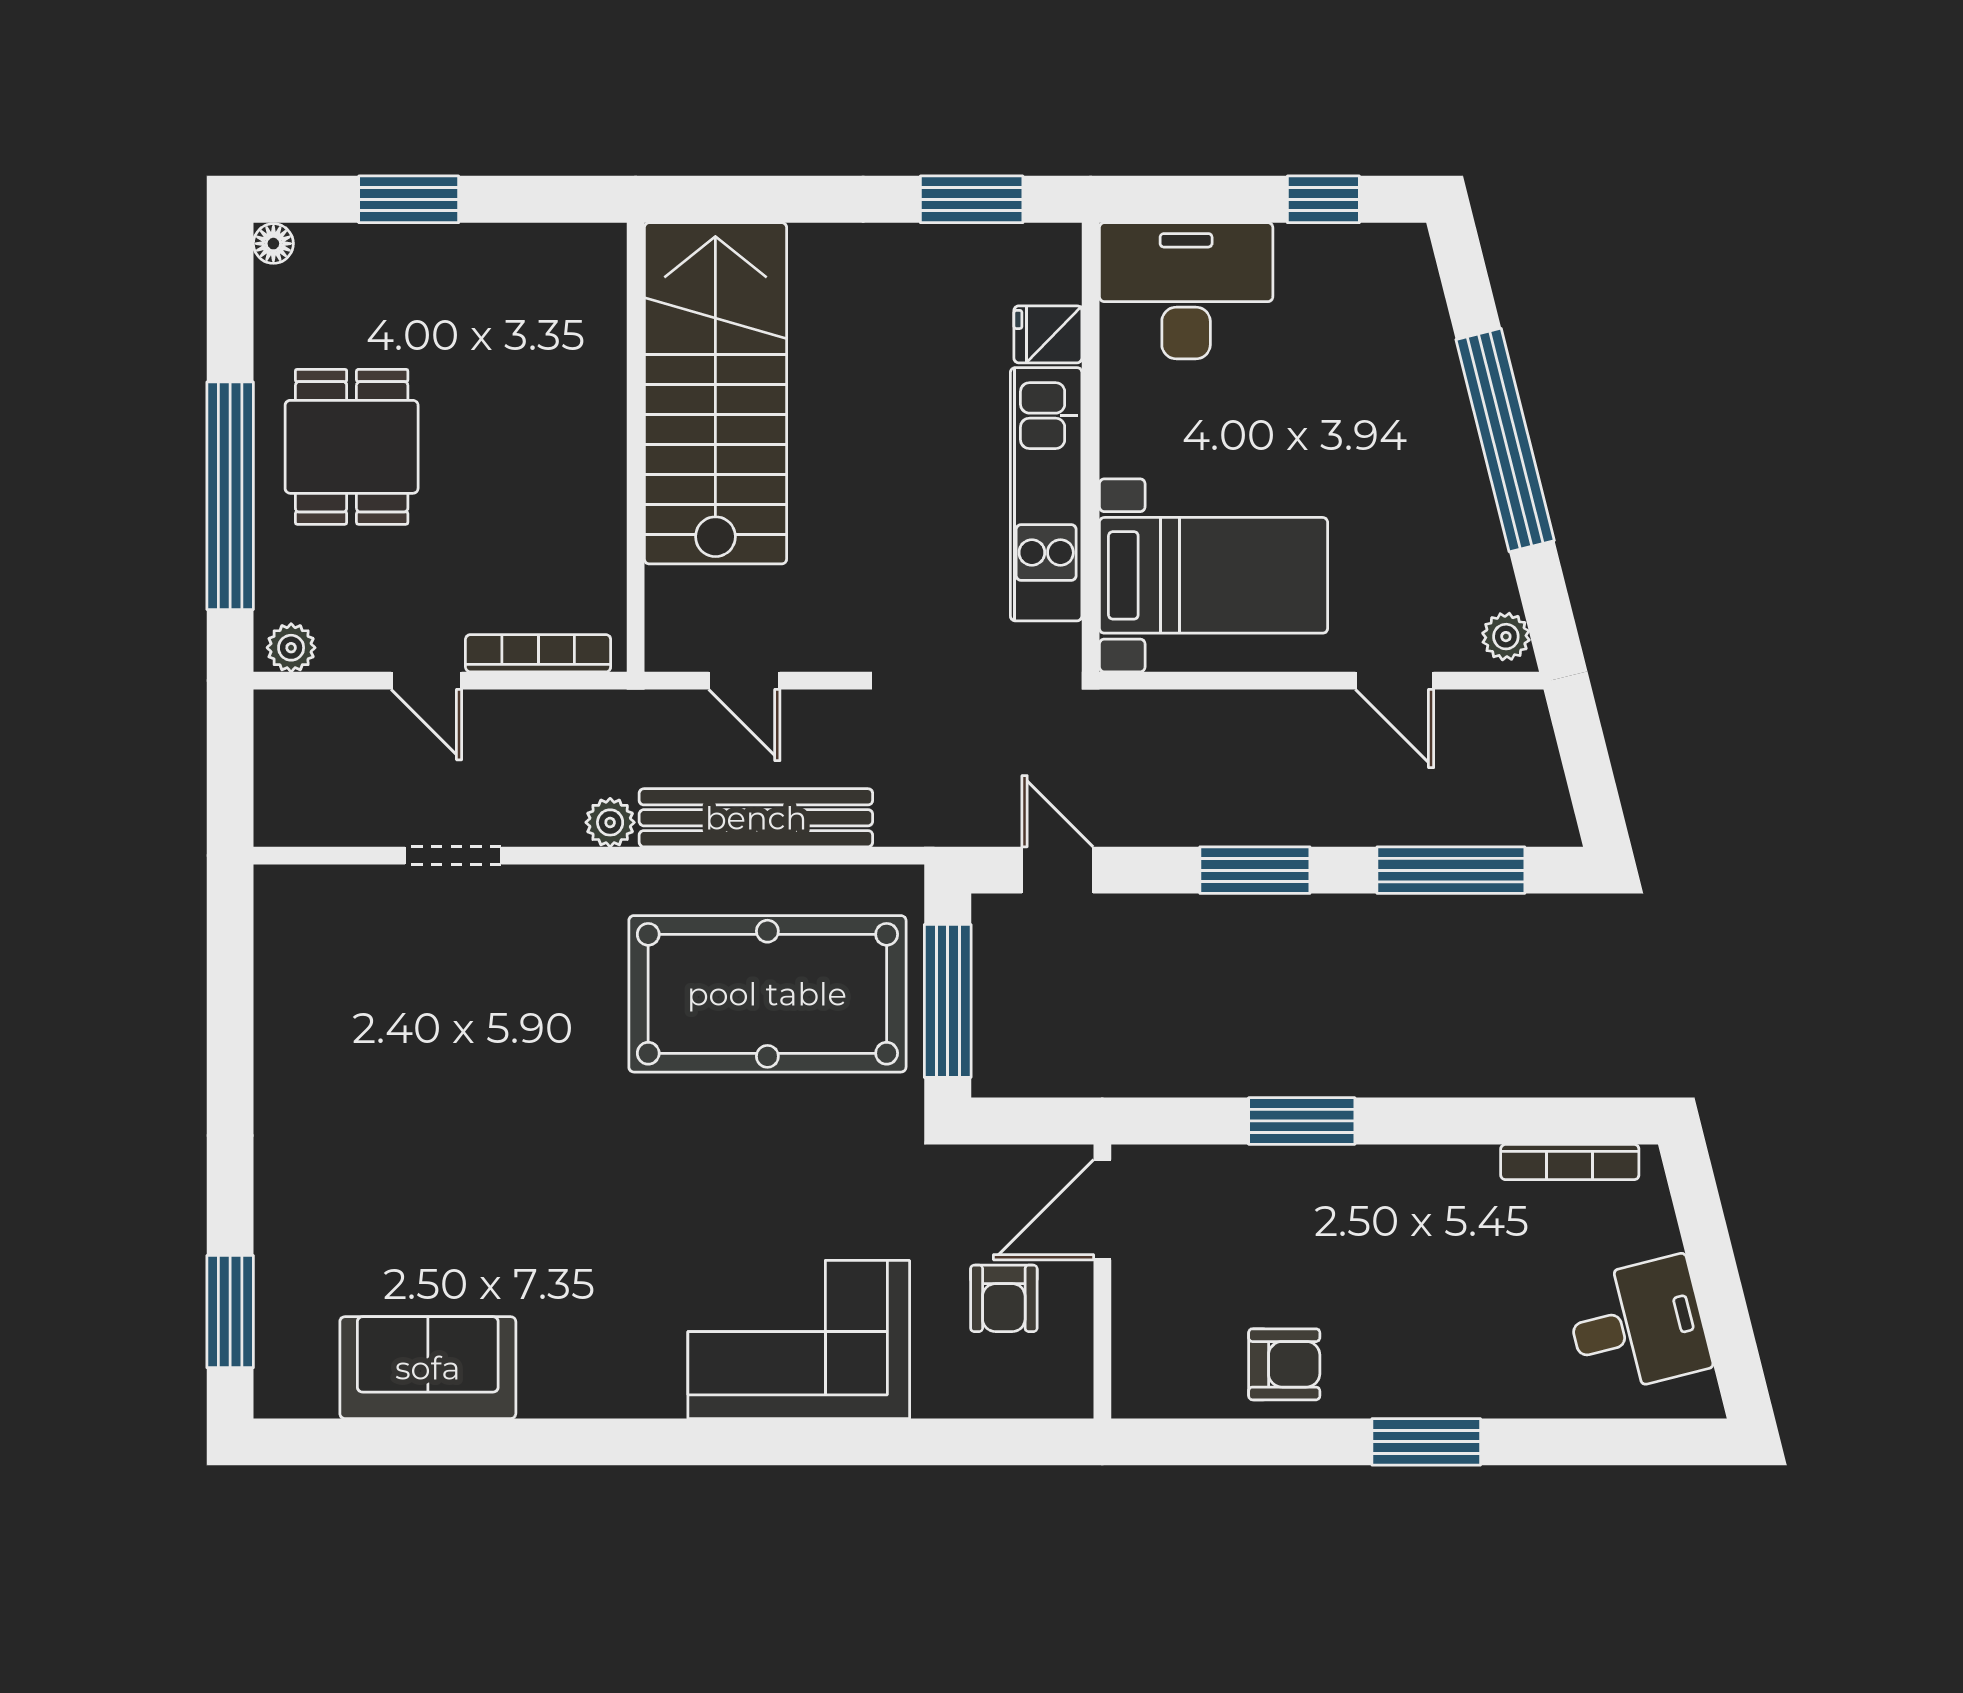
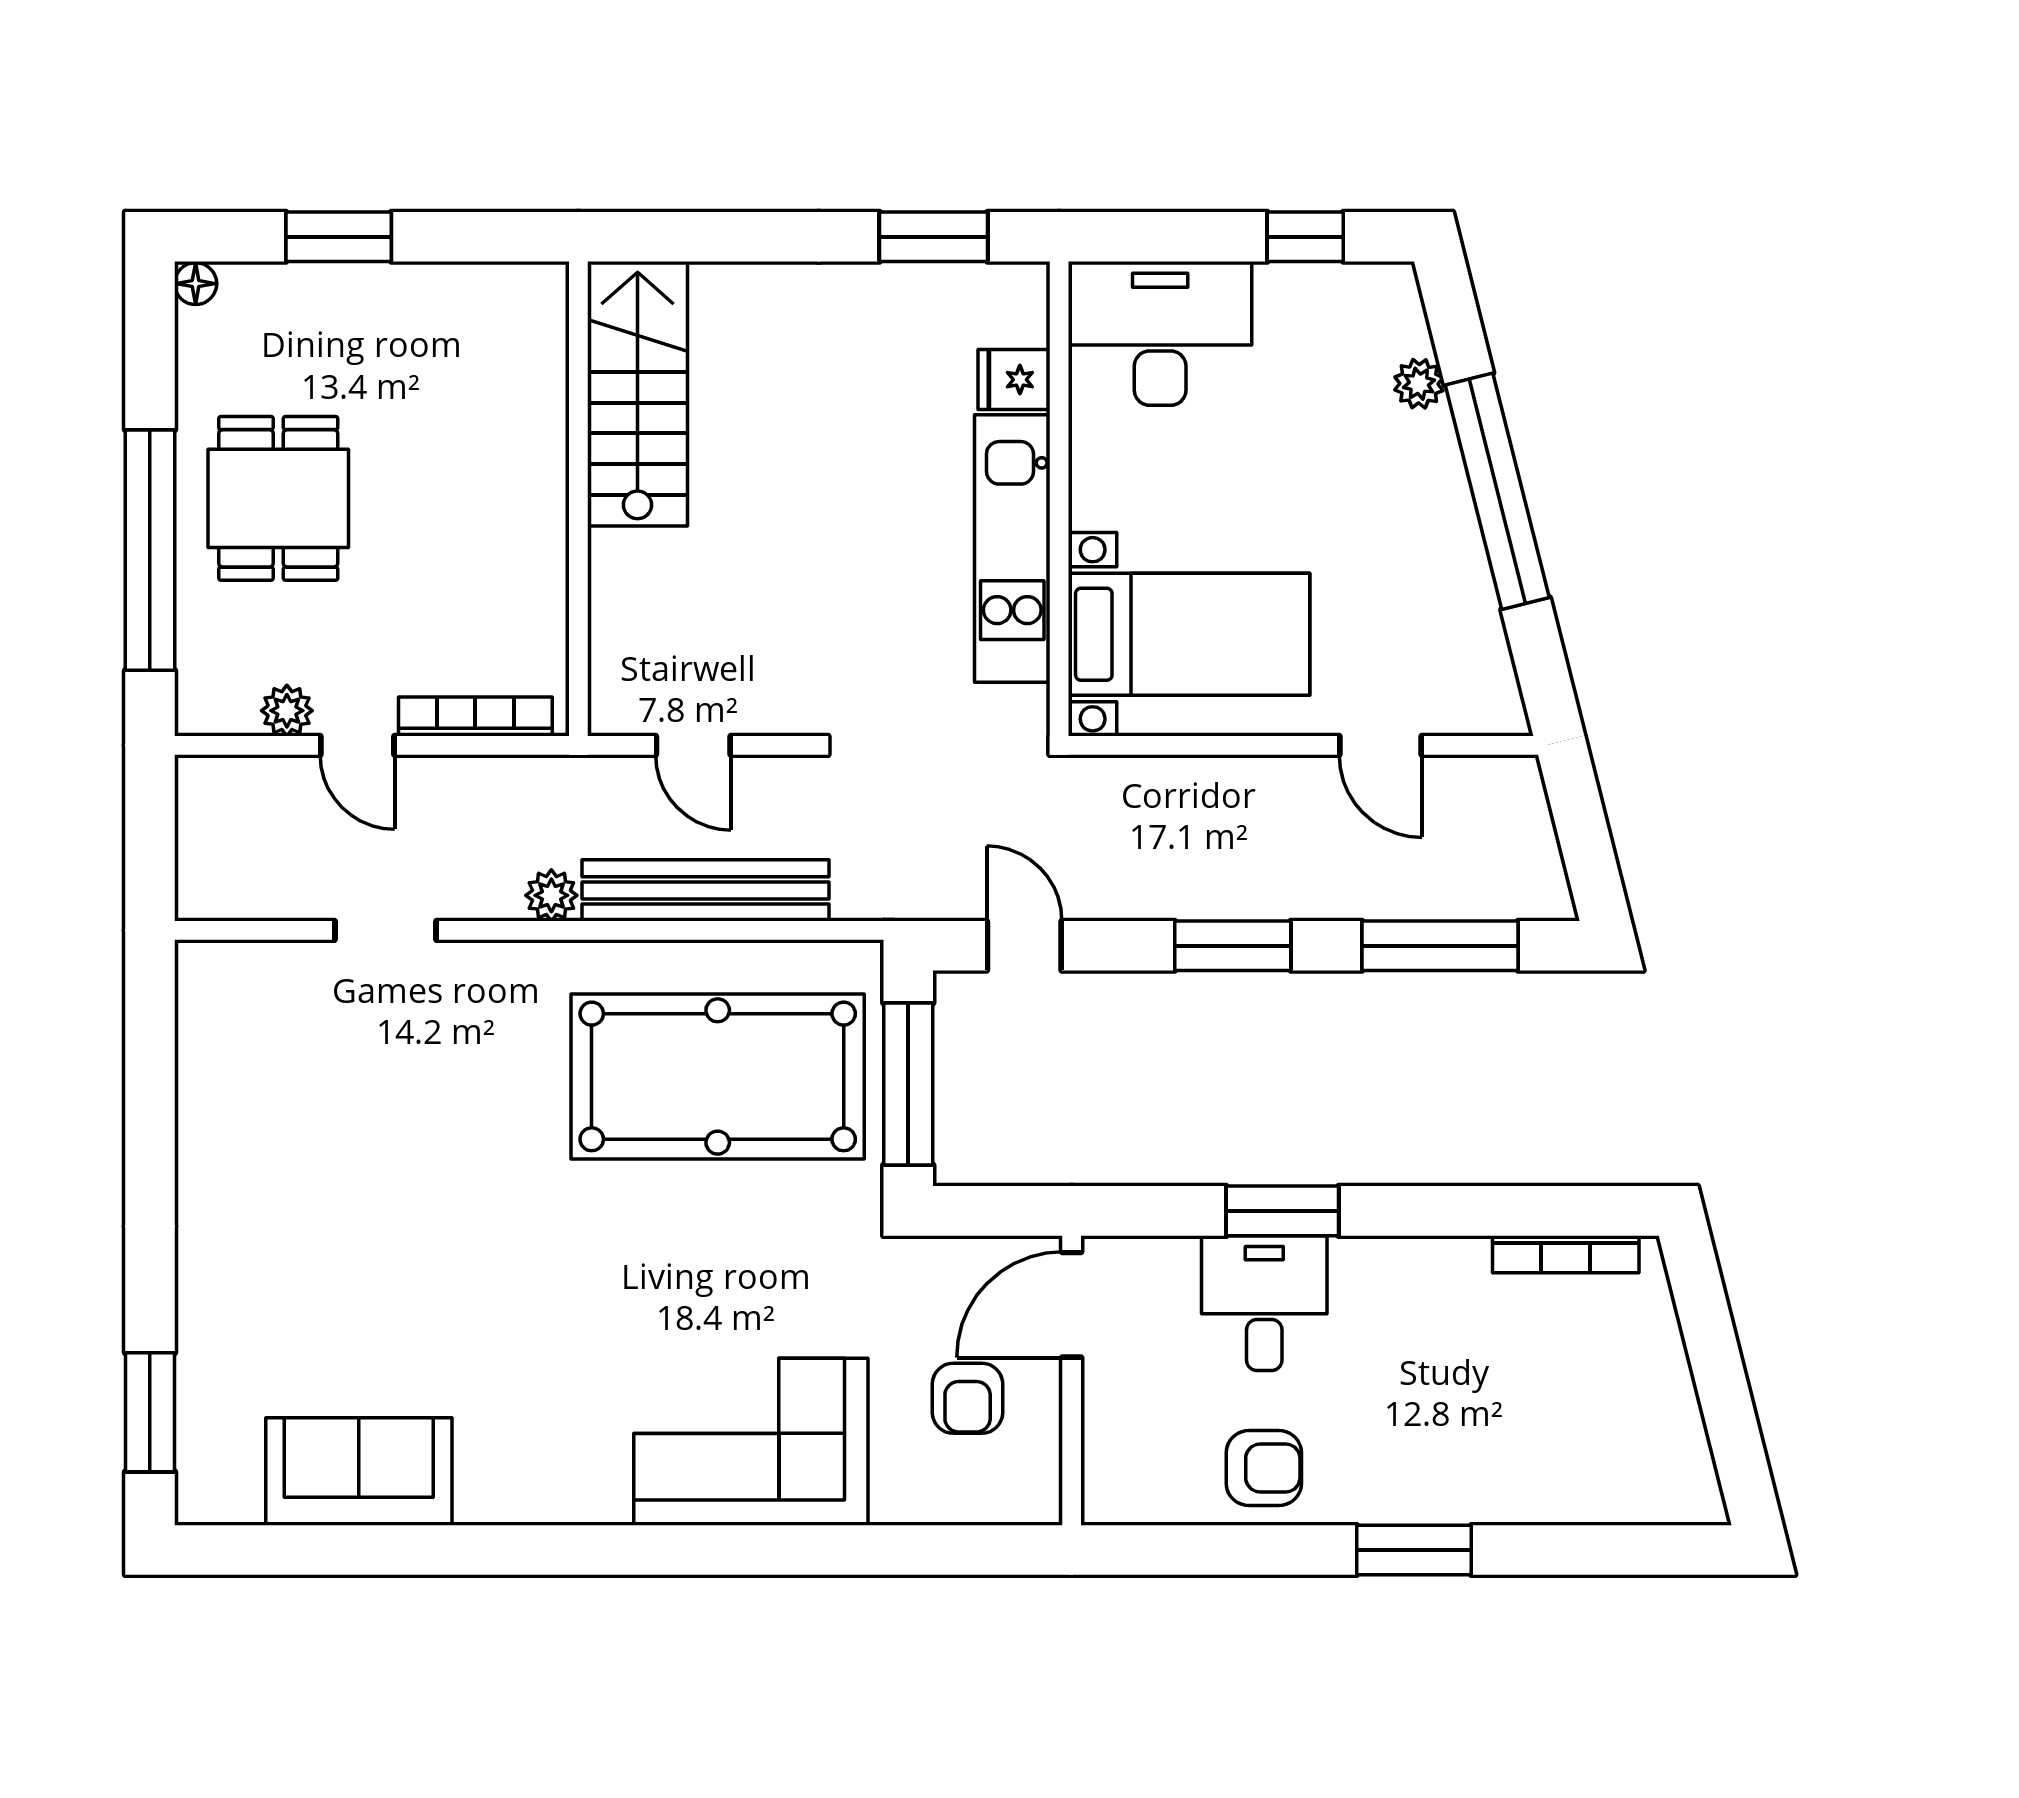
stairs: (715, 393) -> (638, 394), width x0.73, depth x0.66
plant: (1506, 637) -> (1419, 384), moved
plant: (291, 648) -> (287, 711), moved
desk: (1638, 1325) -> (1264, 1303), moved, turned -76

